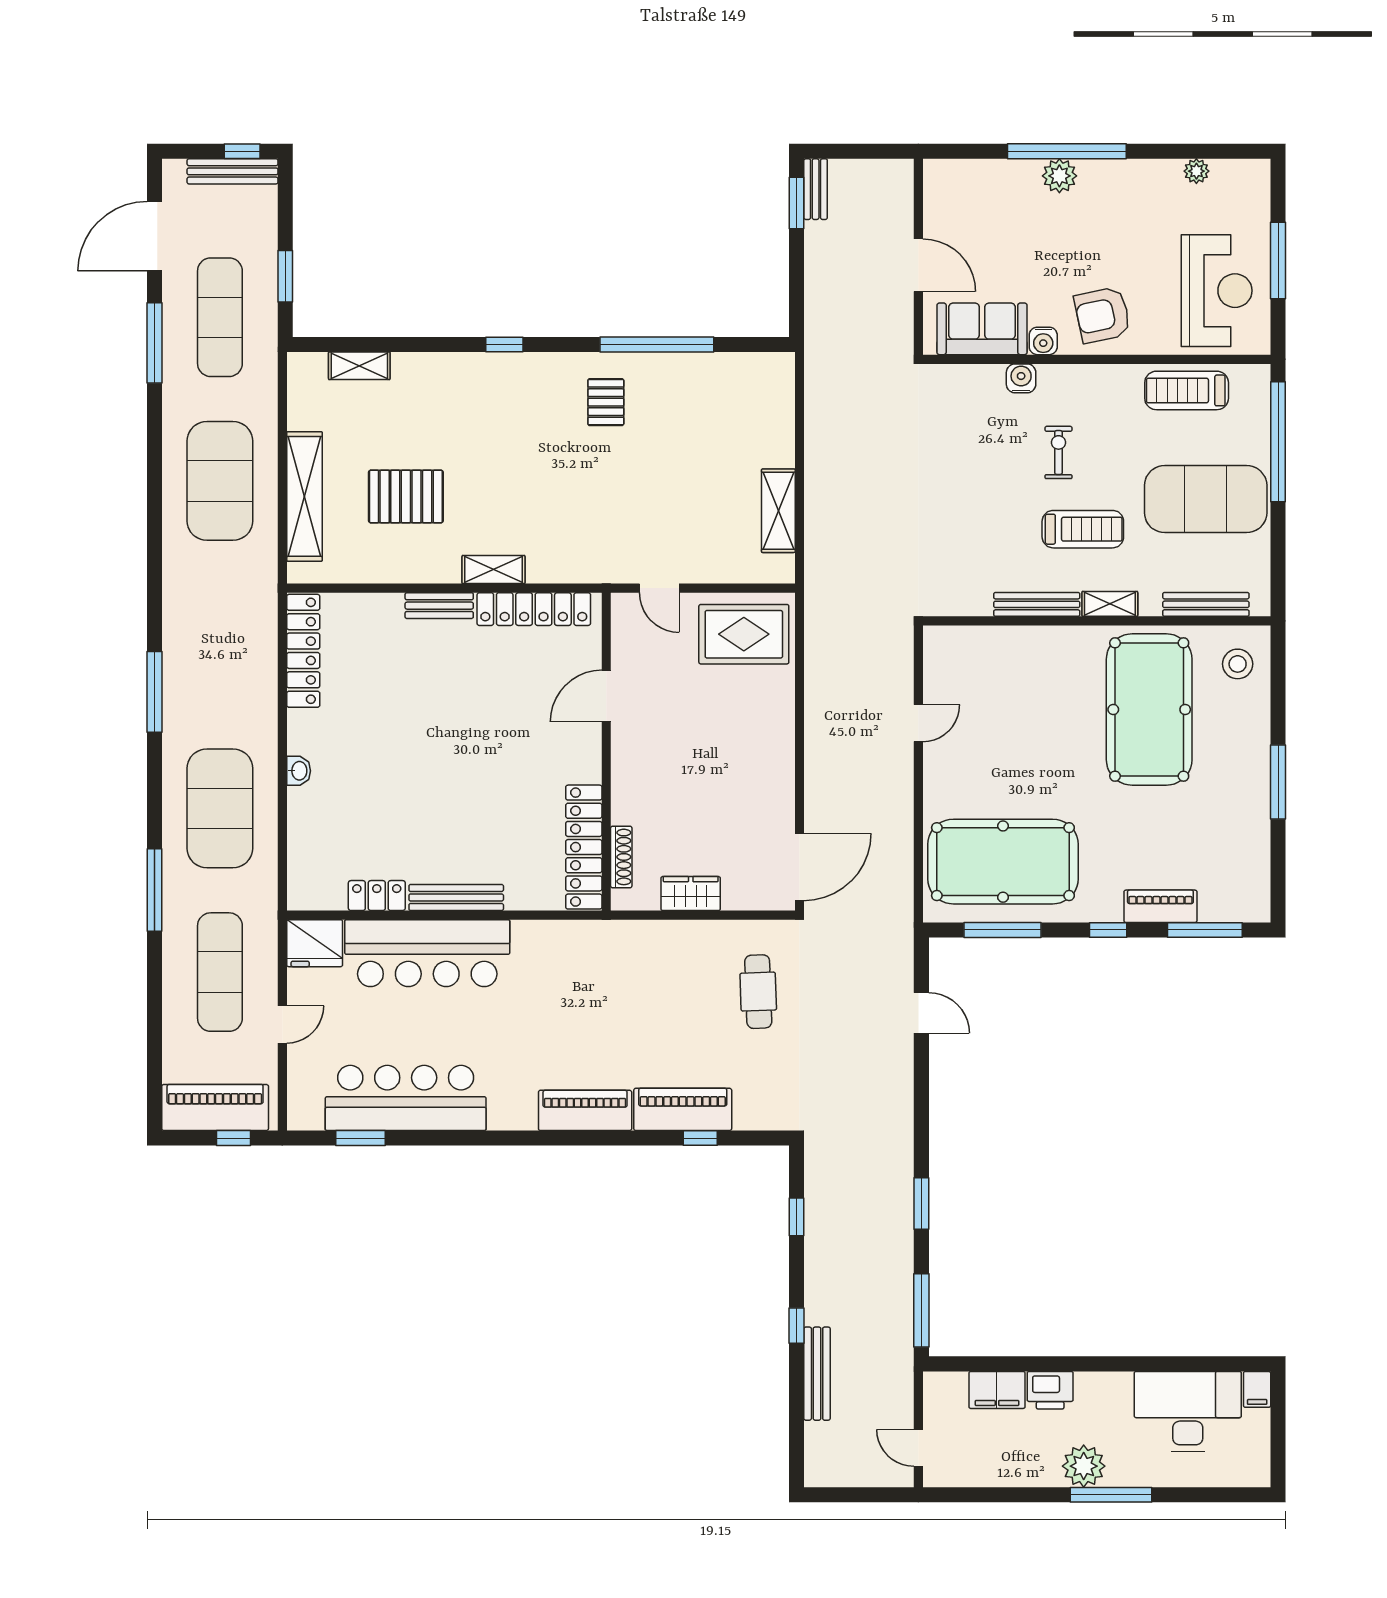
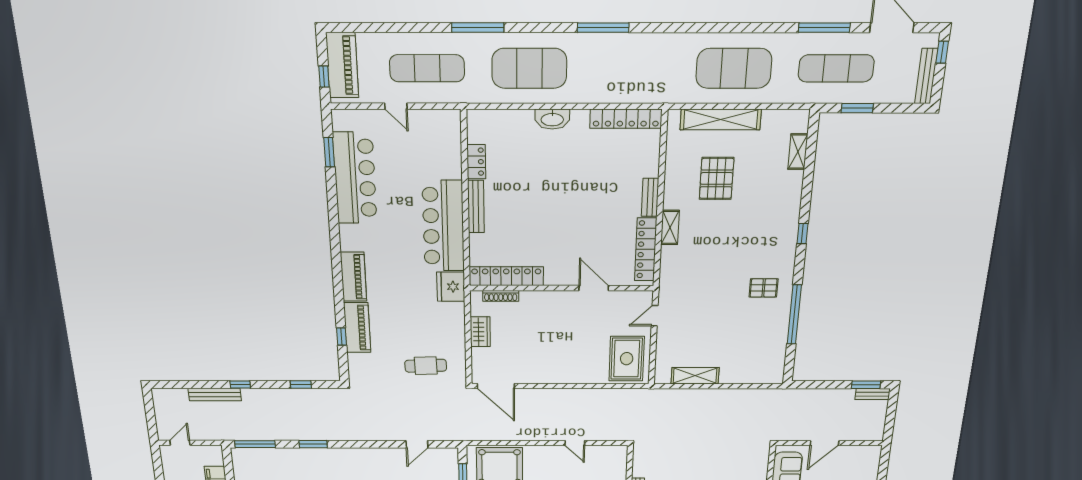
window: (242, 151) -> (942, 52), moved
washbasin: (299, 771) -> (552, 119), width x1.91, depth x1.45
fridge: (315, 943) -> (451, 287), moved
bar counter: (427, 953) -> (443, 226), moved

